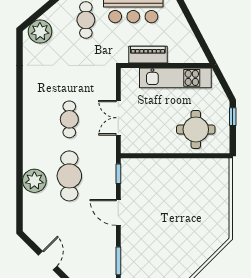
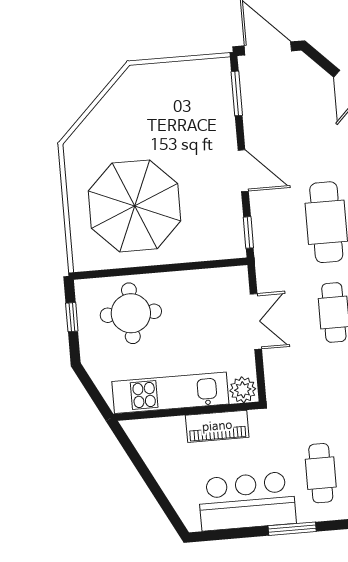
plant: (130, 76) -> (243, 390), added
window: (233, 117) -> (72, 317), moved
parasol: (188, 196) -> (135, 206), added

